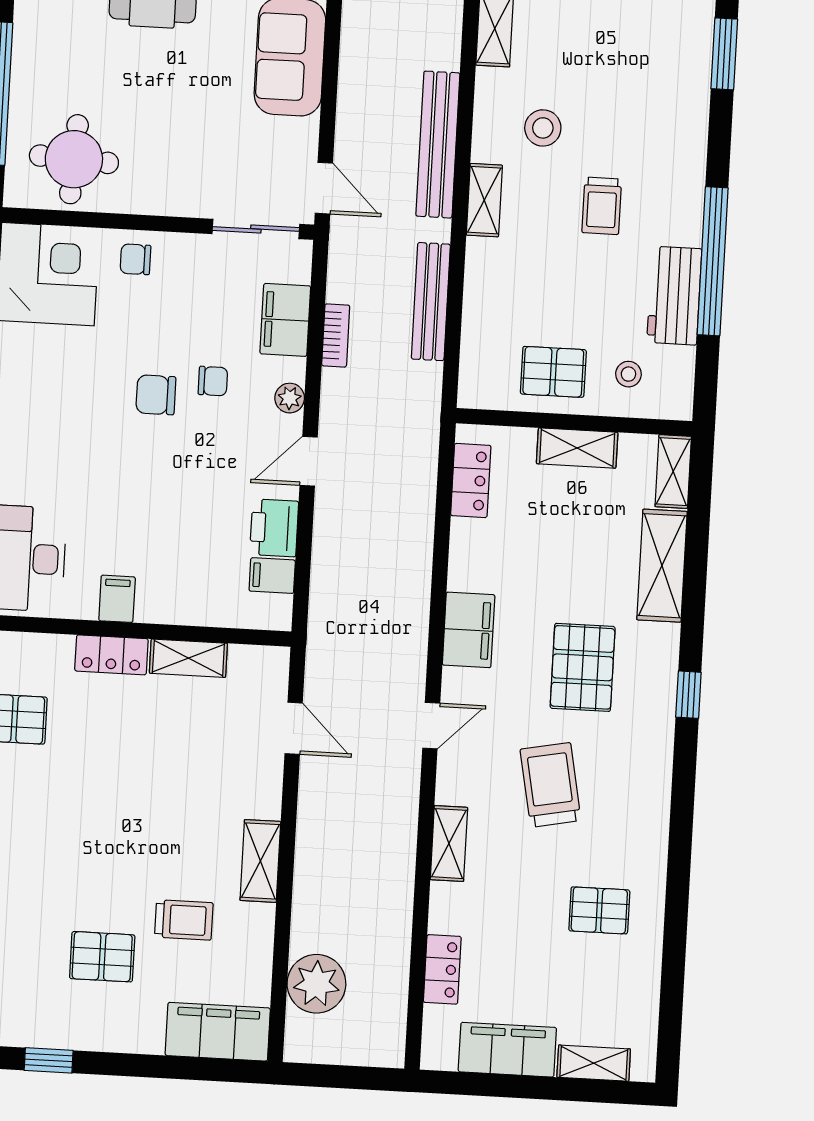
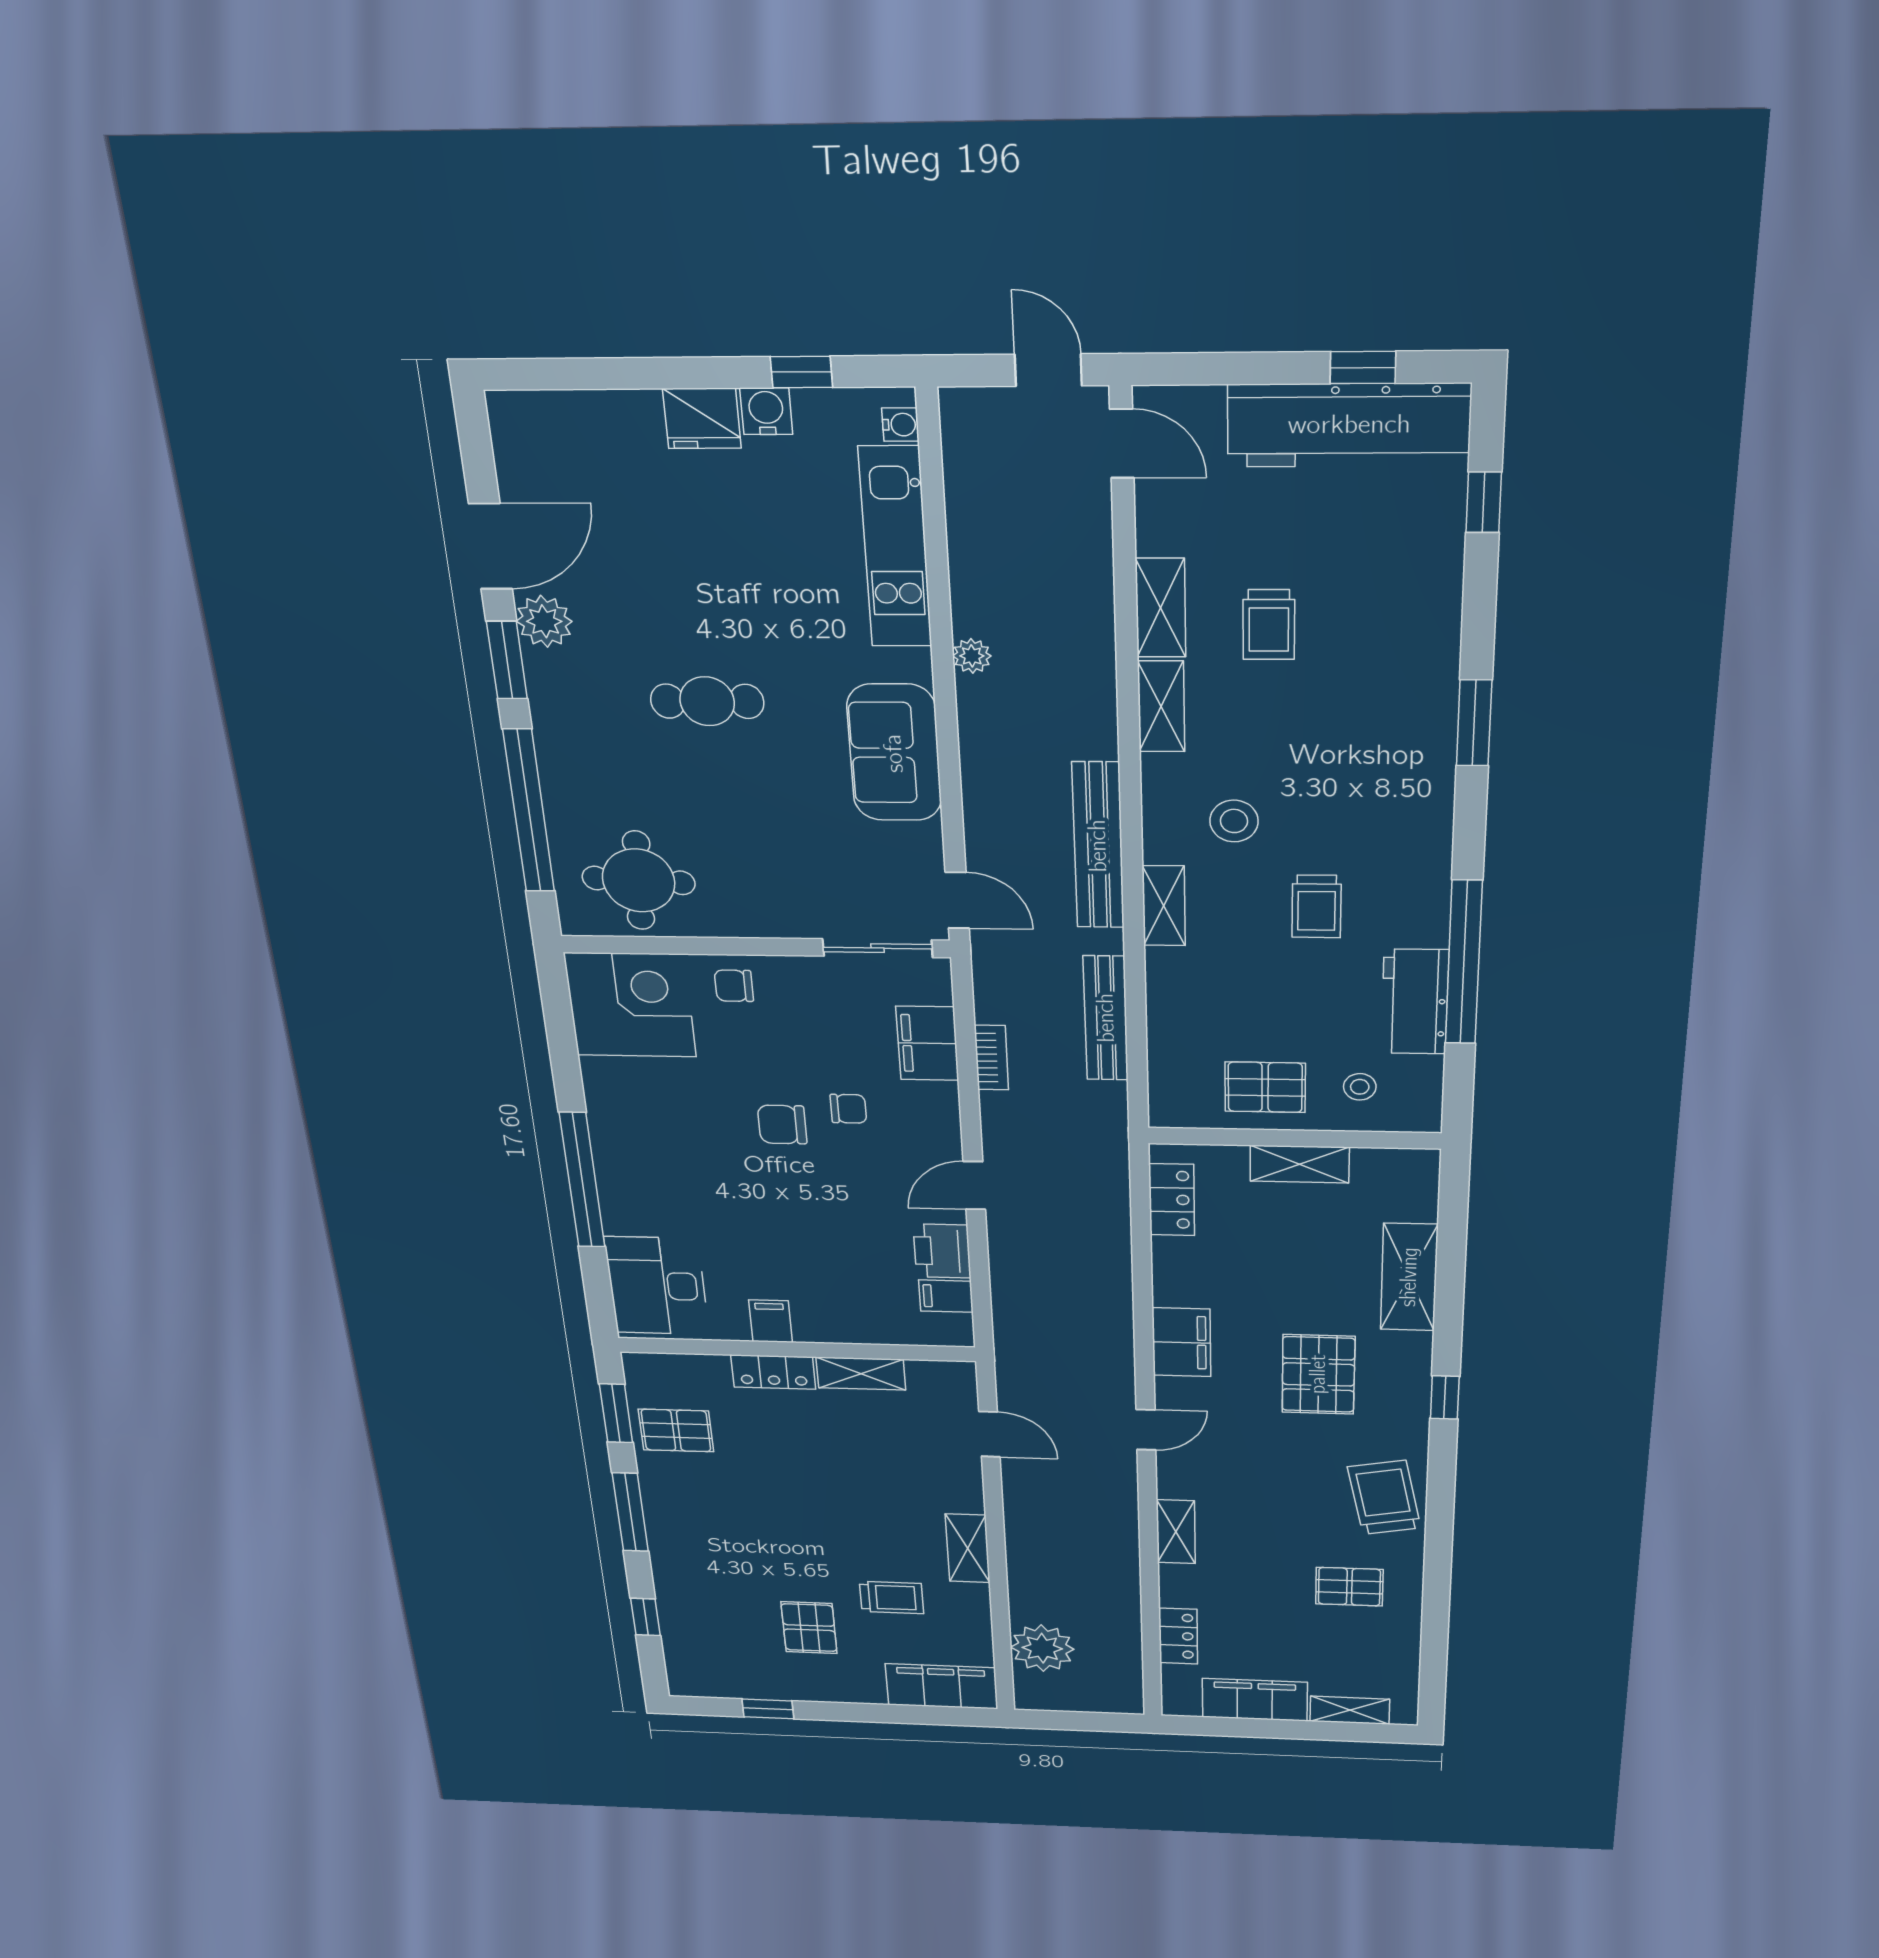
plant: (290, 398) -> (943, 1123), removed
shelving: (673, 472) -> (1420, 1185), removed
trolley: (551, 785) -> (1384, 1497), moved
pallet: (102, 957) -> (809, 1628), turned 90

